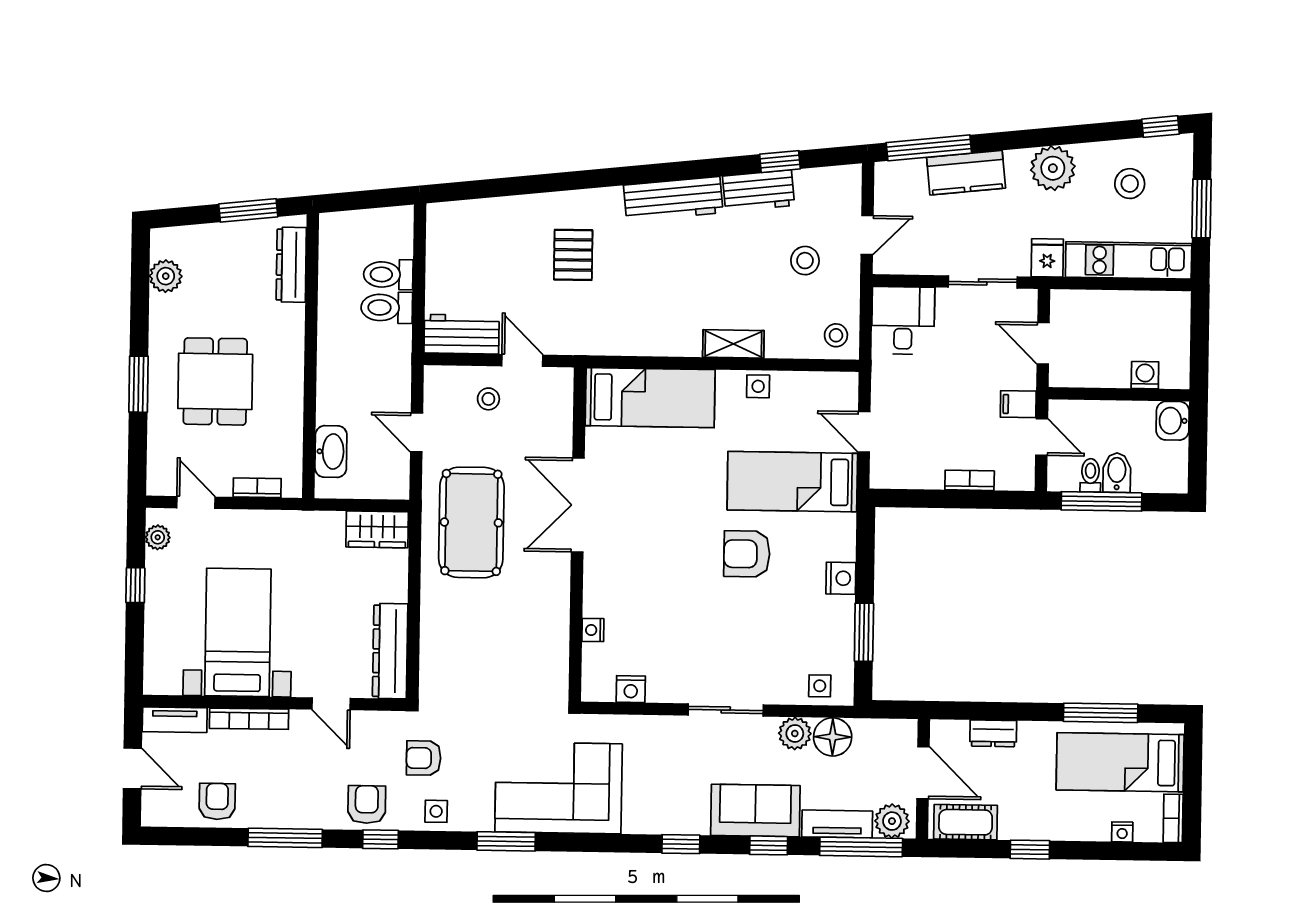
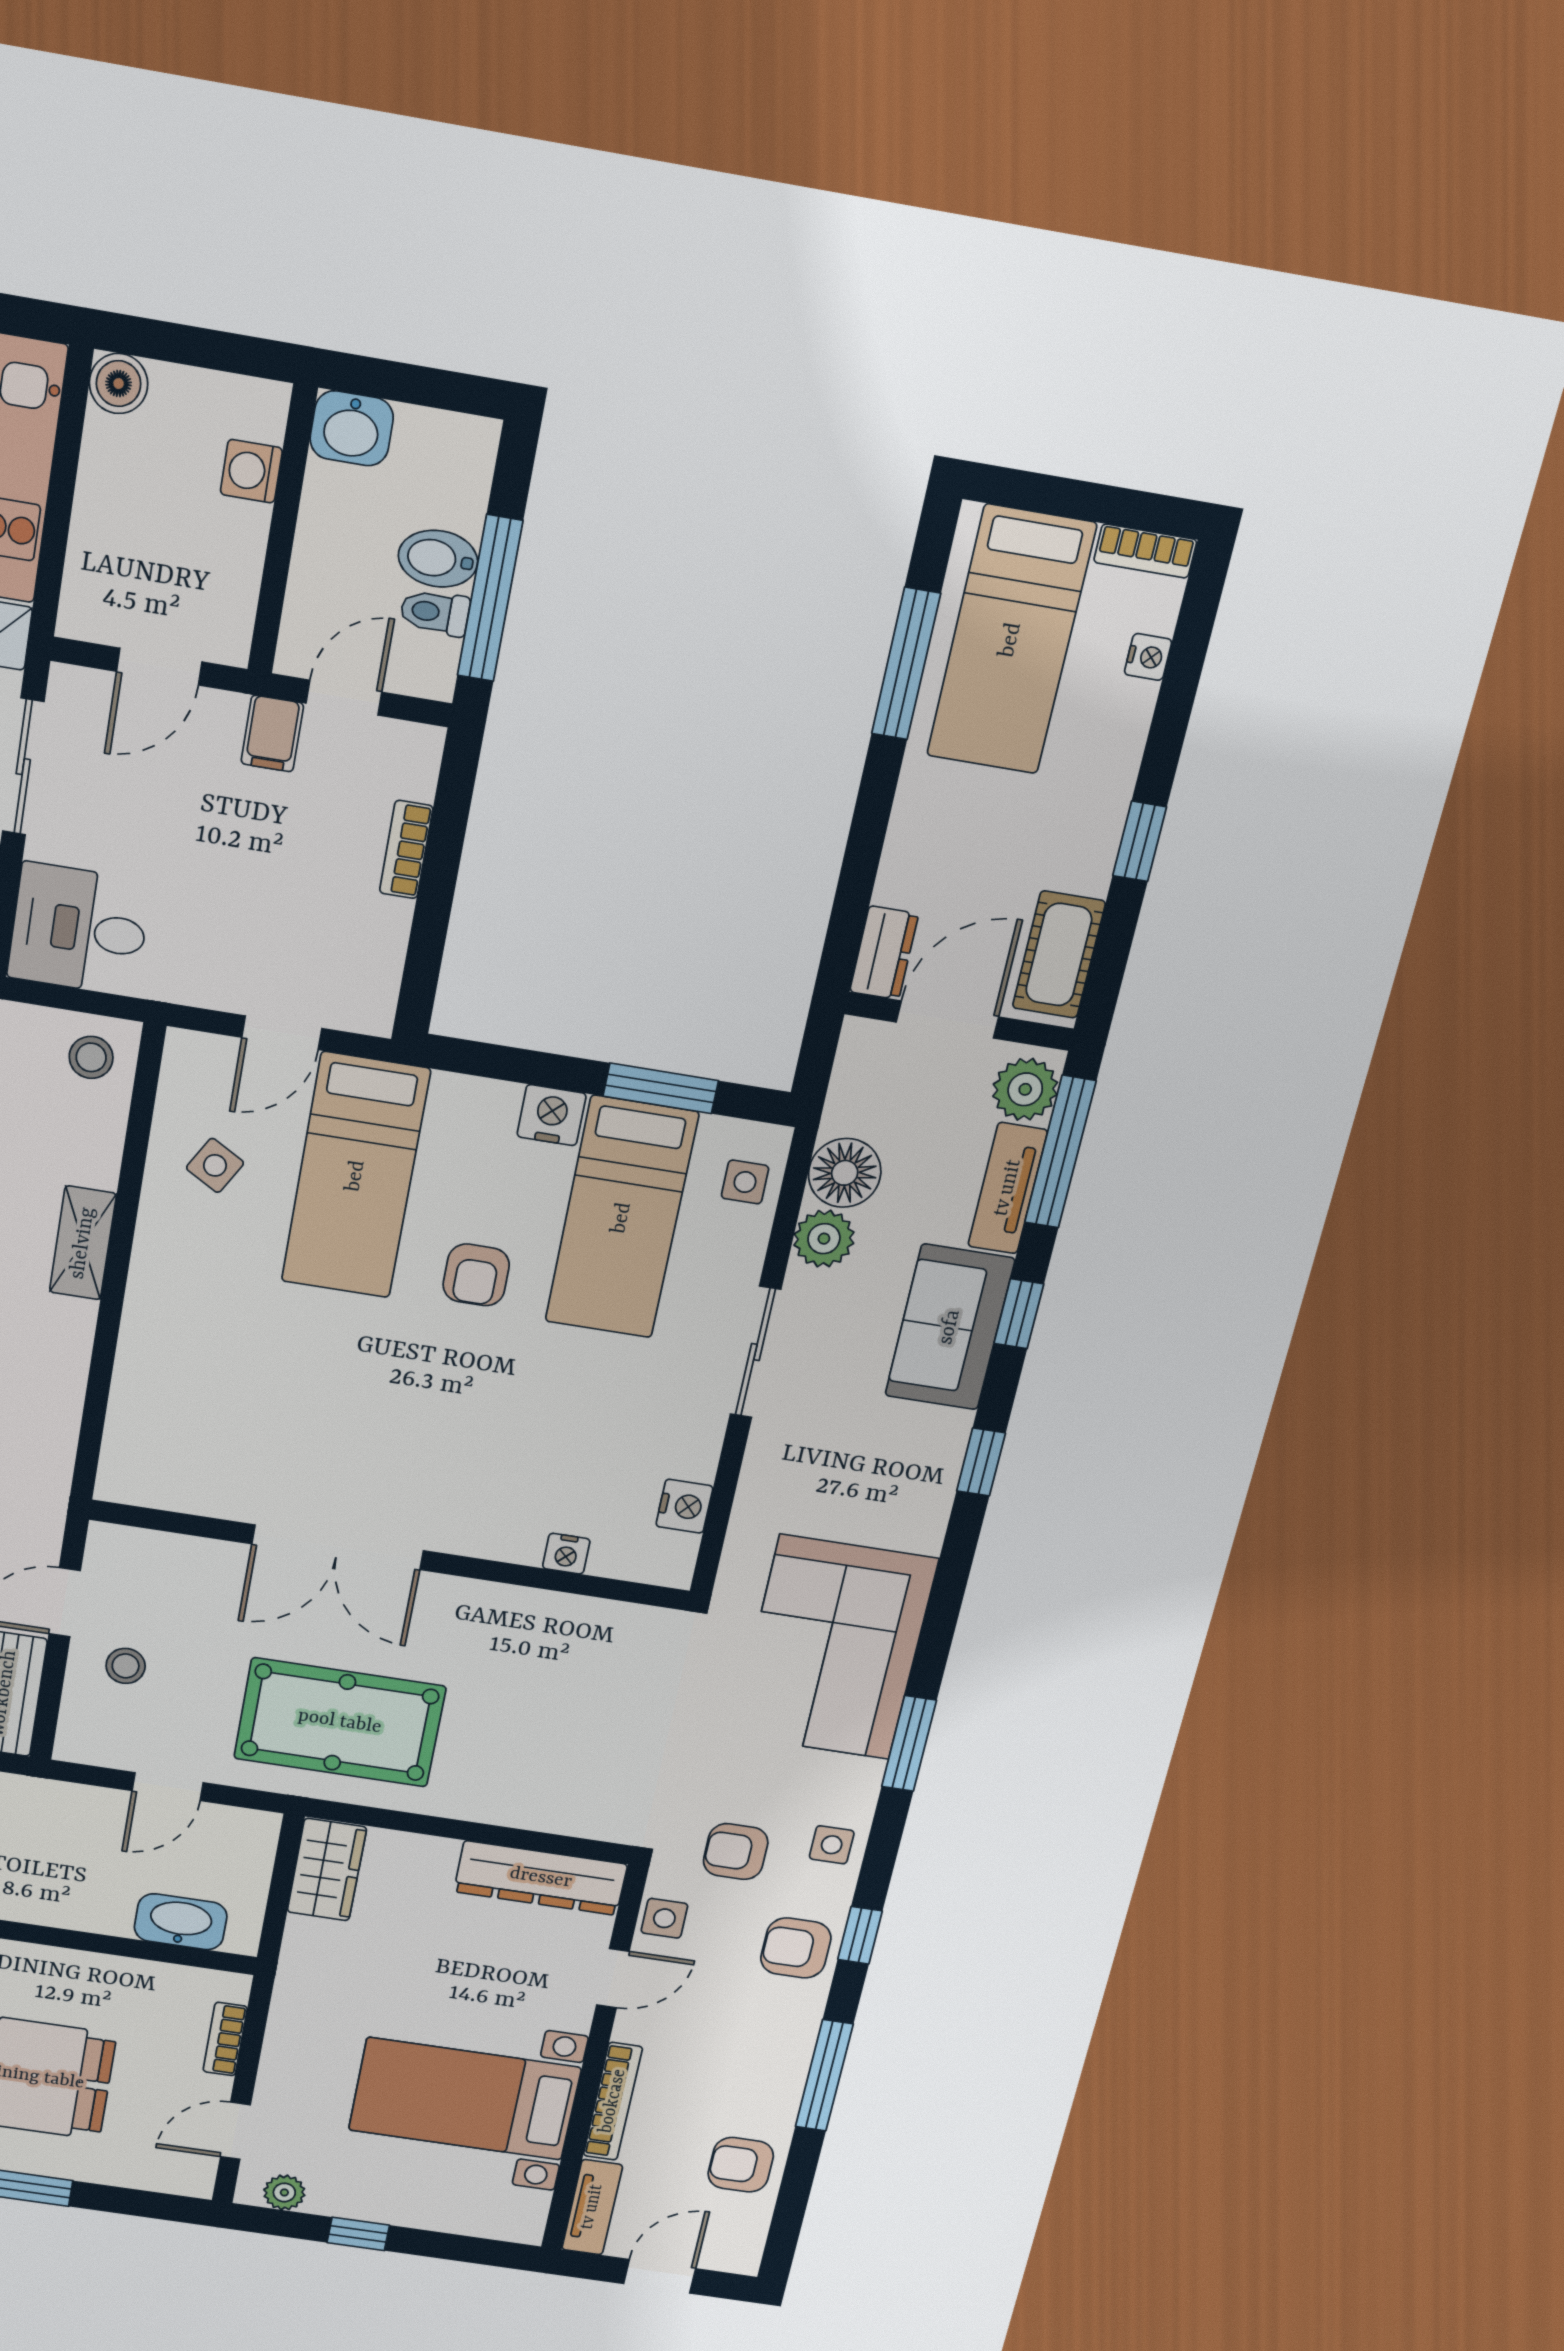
boiler: (1177, 305) -> (119, 384), added
side table: (758, 386) -> (215, 1165), moved, turned 30
bed: (650, 398) -> (622, 1218), moved, turned 180
armchair: (747, 554) -> (476, 1275), width x0.72, depth x0.72
side table: (375, 726) -> (664, 1918), added
dresser: (993, 733) -> (884, 953), moved
armchair: (424, 758) -> (736, 1852), turned 90

